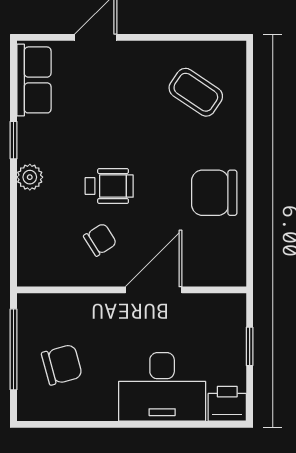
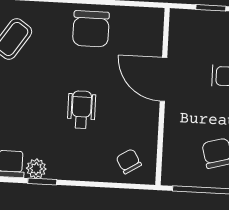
plant: (30, 177) -> (36, 169), moved
chair: (100, 240) -> (129, 161), moved

